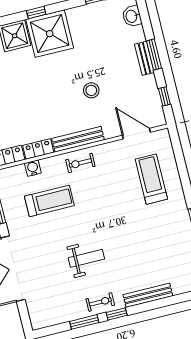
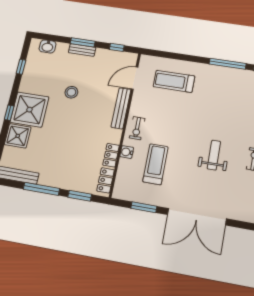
stool: (91, 90) -> (71, 92), moved
bench: (78, 139) -> (121, 108), moved
water cooler: (33, 168) -> (127, 152), moved

